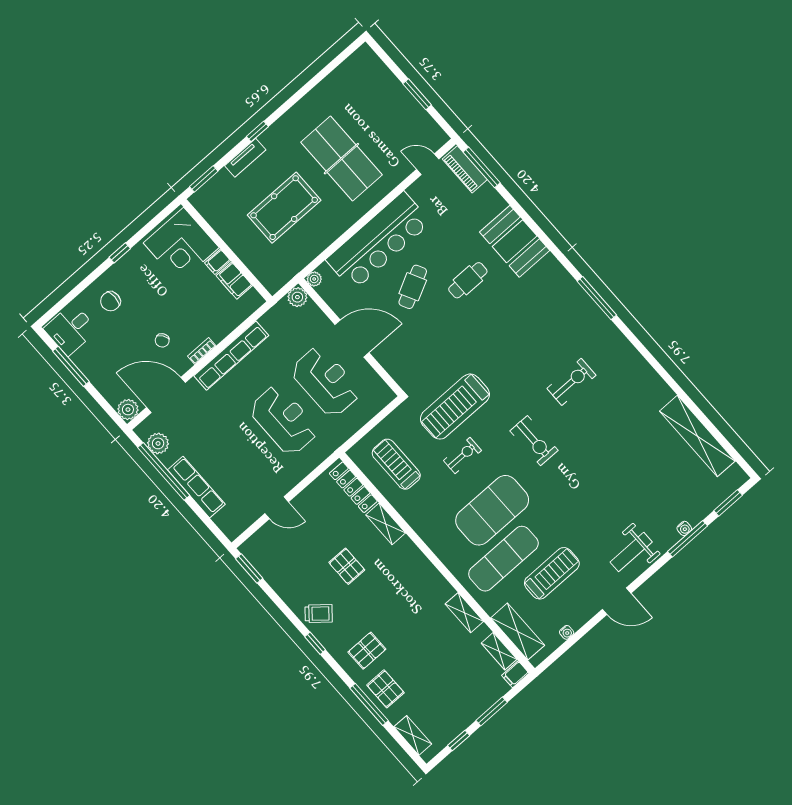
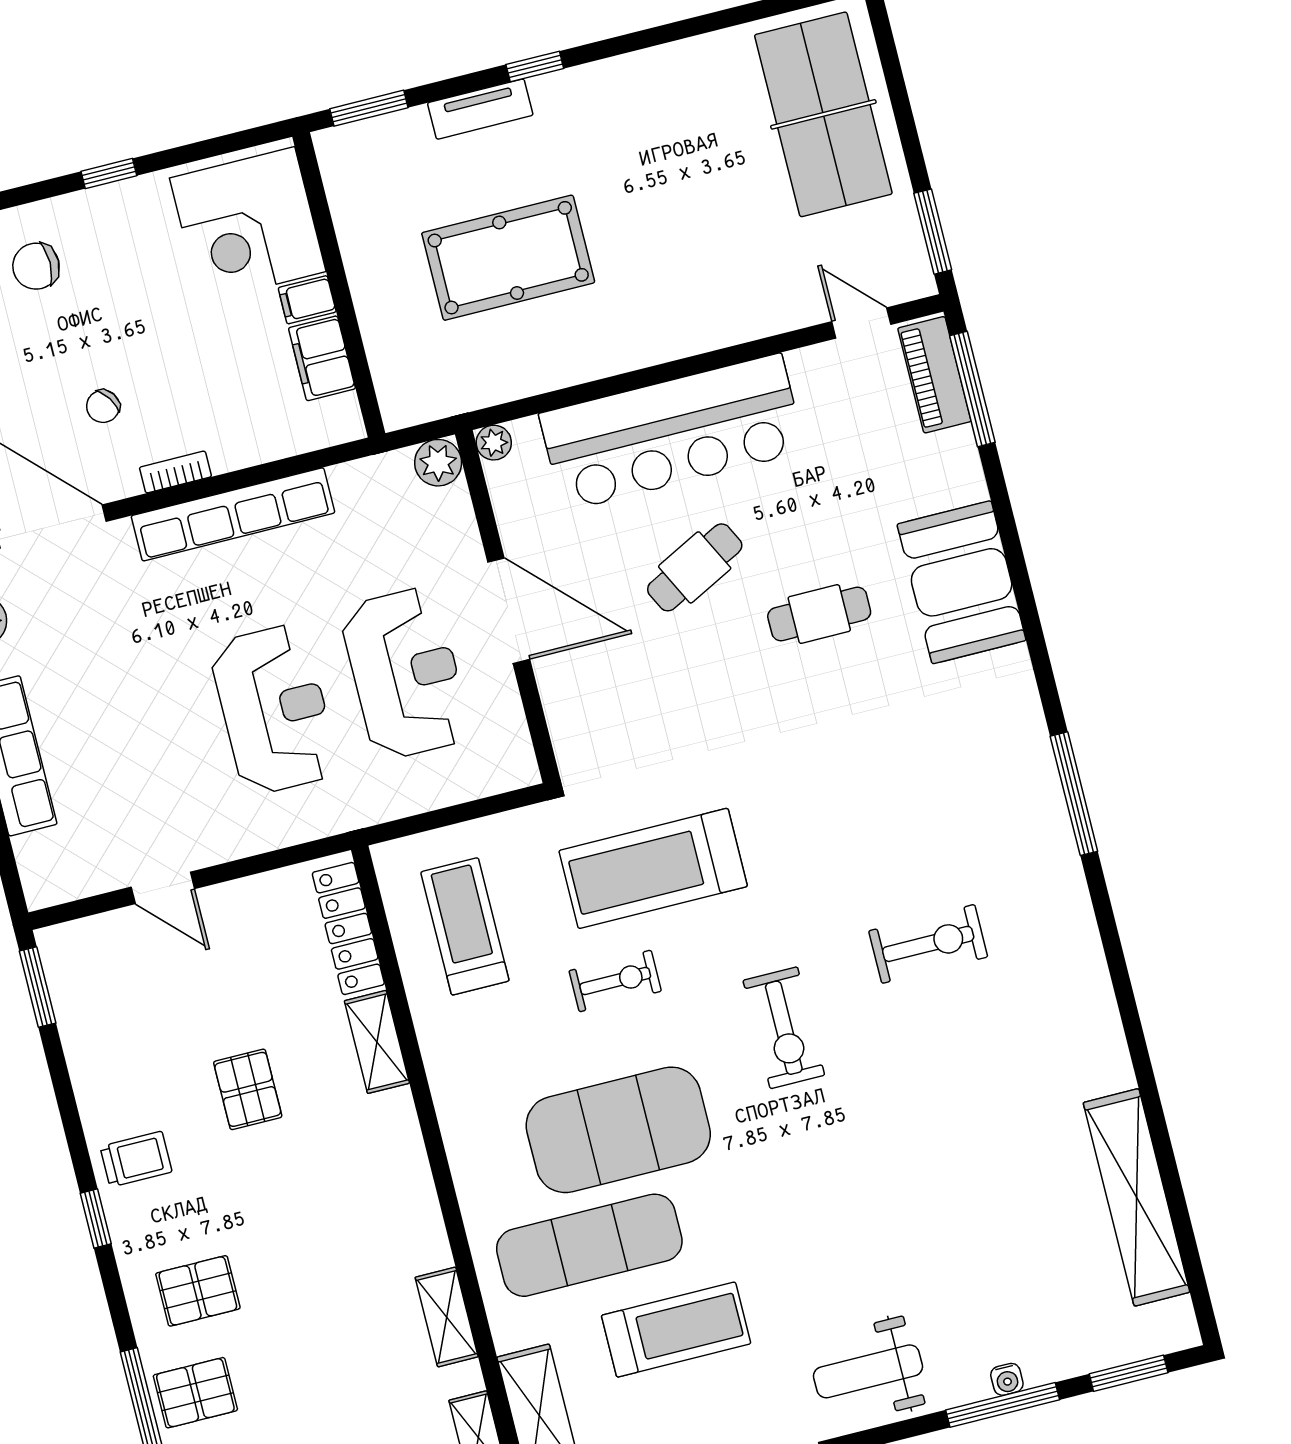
window: (417, 94) -> (933, 232), moved
table tennis table: (342, 159) -> (823, 114), moved
trolley: (319, 614) -> (136, 1159), turned -40
pallet: (385, 689) -> (195, 1393), turned 90

